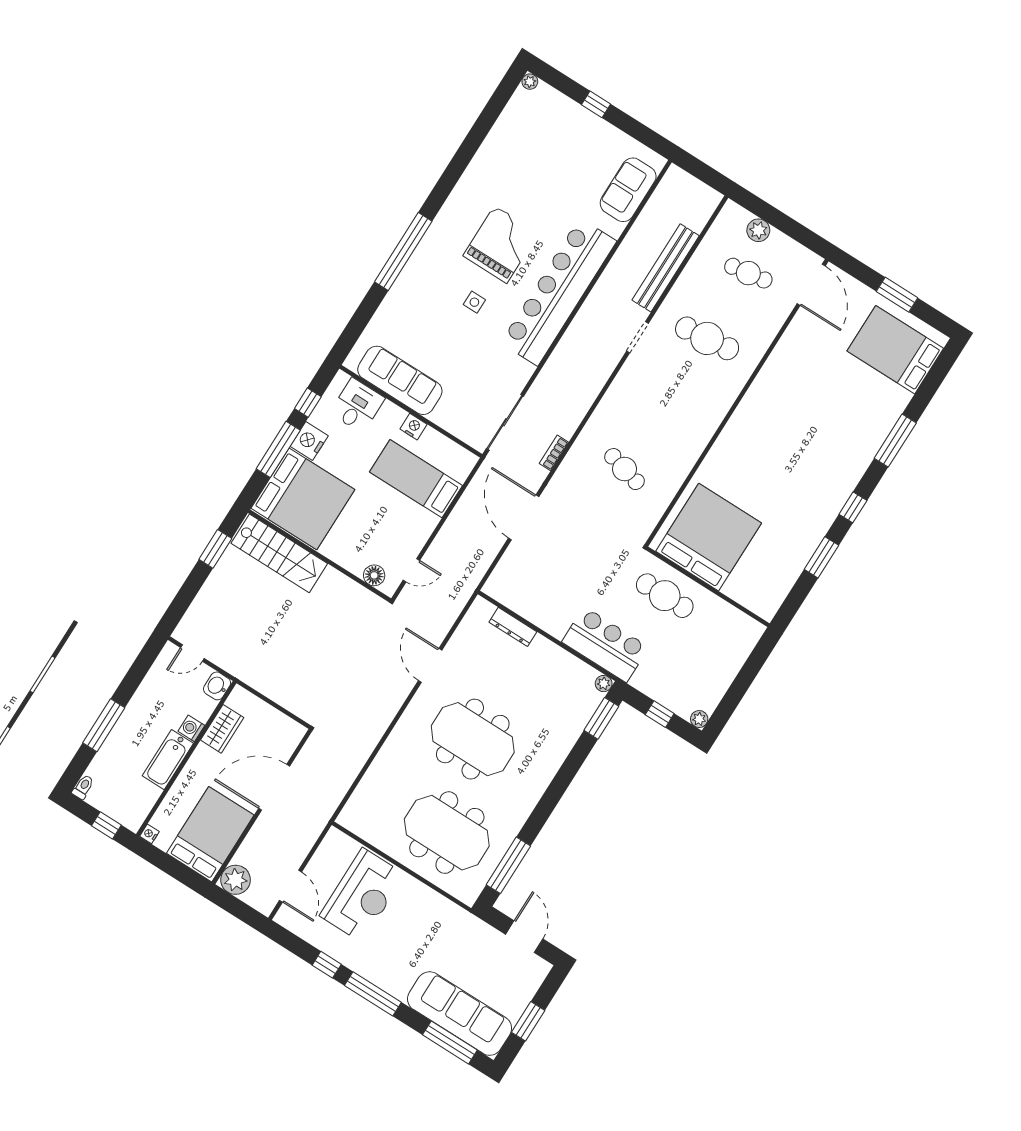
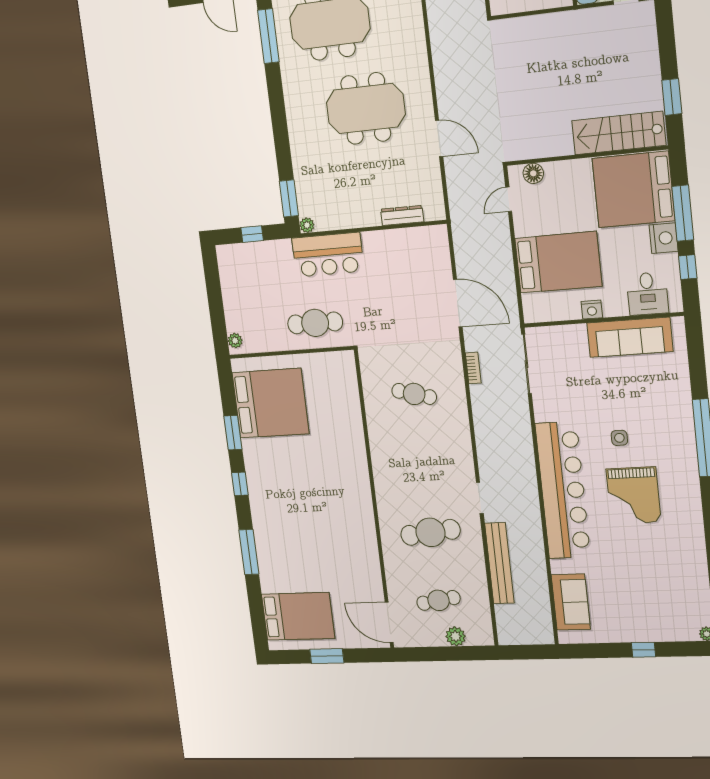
bed: (416, 479) -> (558, 262), width x1.50
bed: (709, 537) -> (270, 403), moved, turned -90
plant: (699, 719) -> (235, 341), moved

